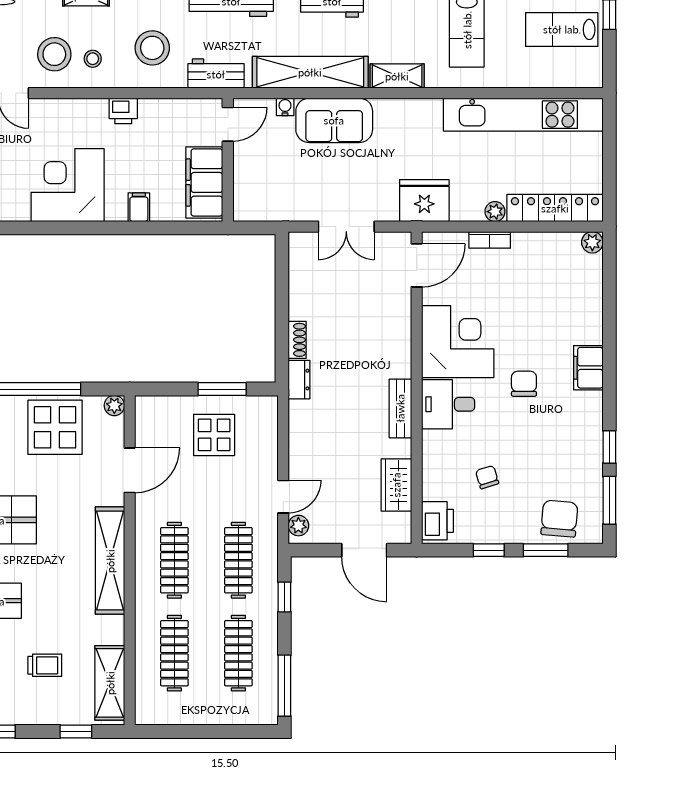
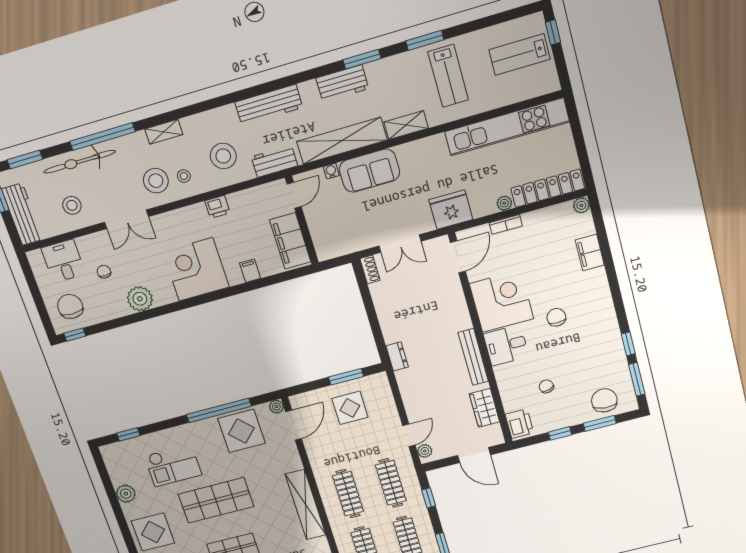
shoe rack: (297, 340) -> (370, 269), moved
filing cabinet: (588, 368) -> (590, 252), moved
bench: (400, 408) -> (473, 357), width x1.36
door: (130, 470) -> (294, 425), moved

